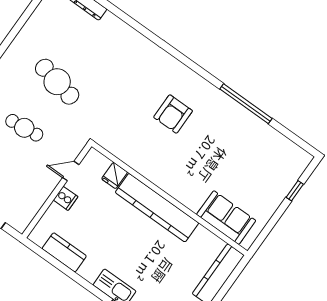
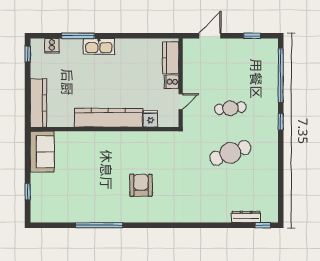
cafe table: (57, 82) -> (230, 153), turned -33
sofa: (226, 218) -> (42, 152), moved, turned -90
kitchen counter: (64, 252) -> (171, 58), moved, turned 90

